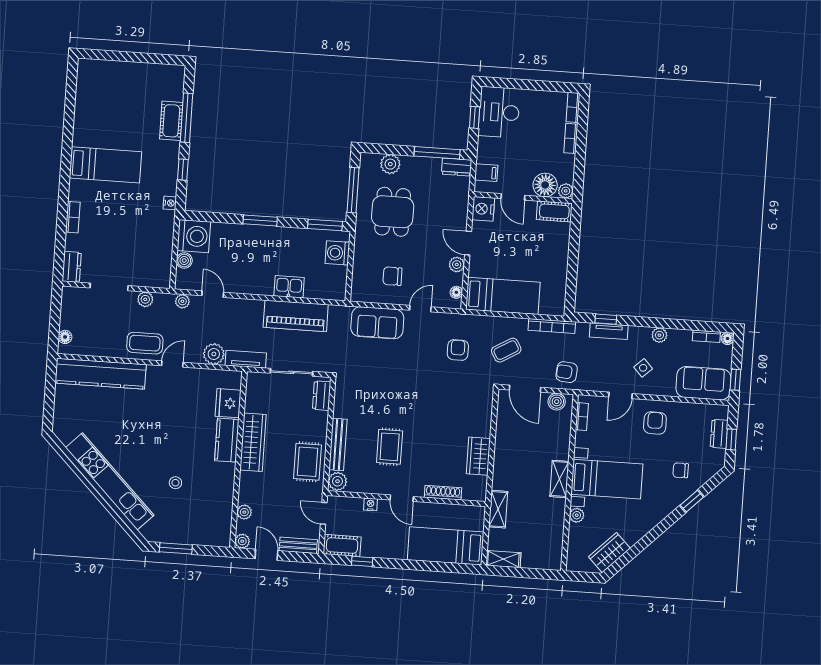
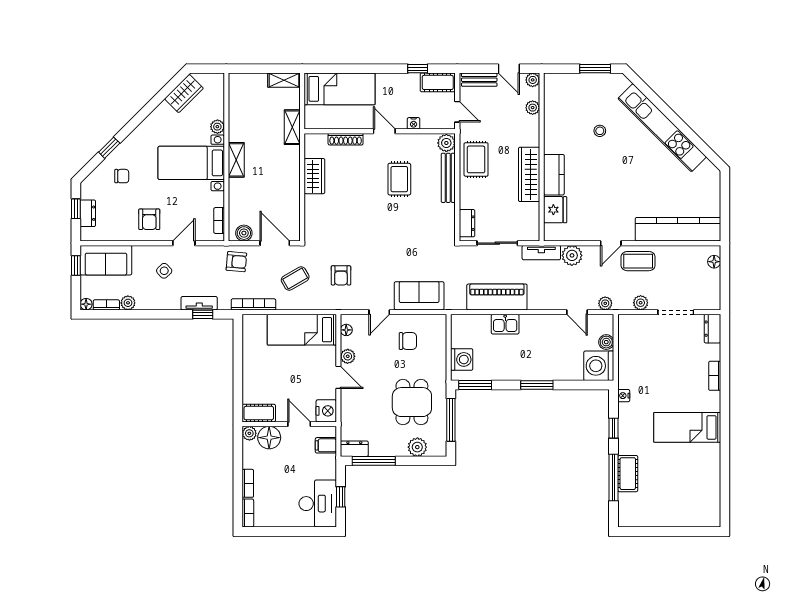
plant: (659, 335) -> (128, 303), moved

